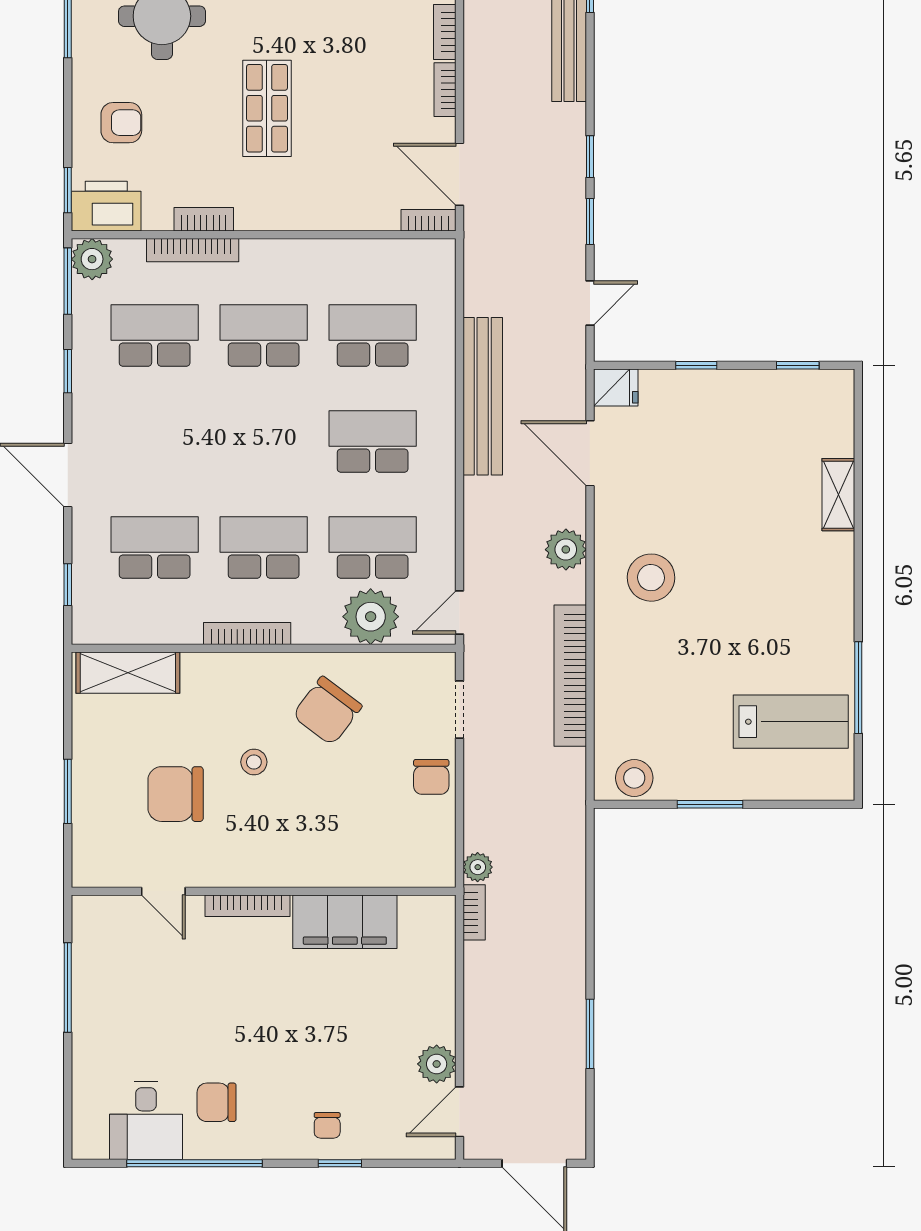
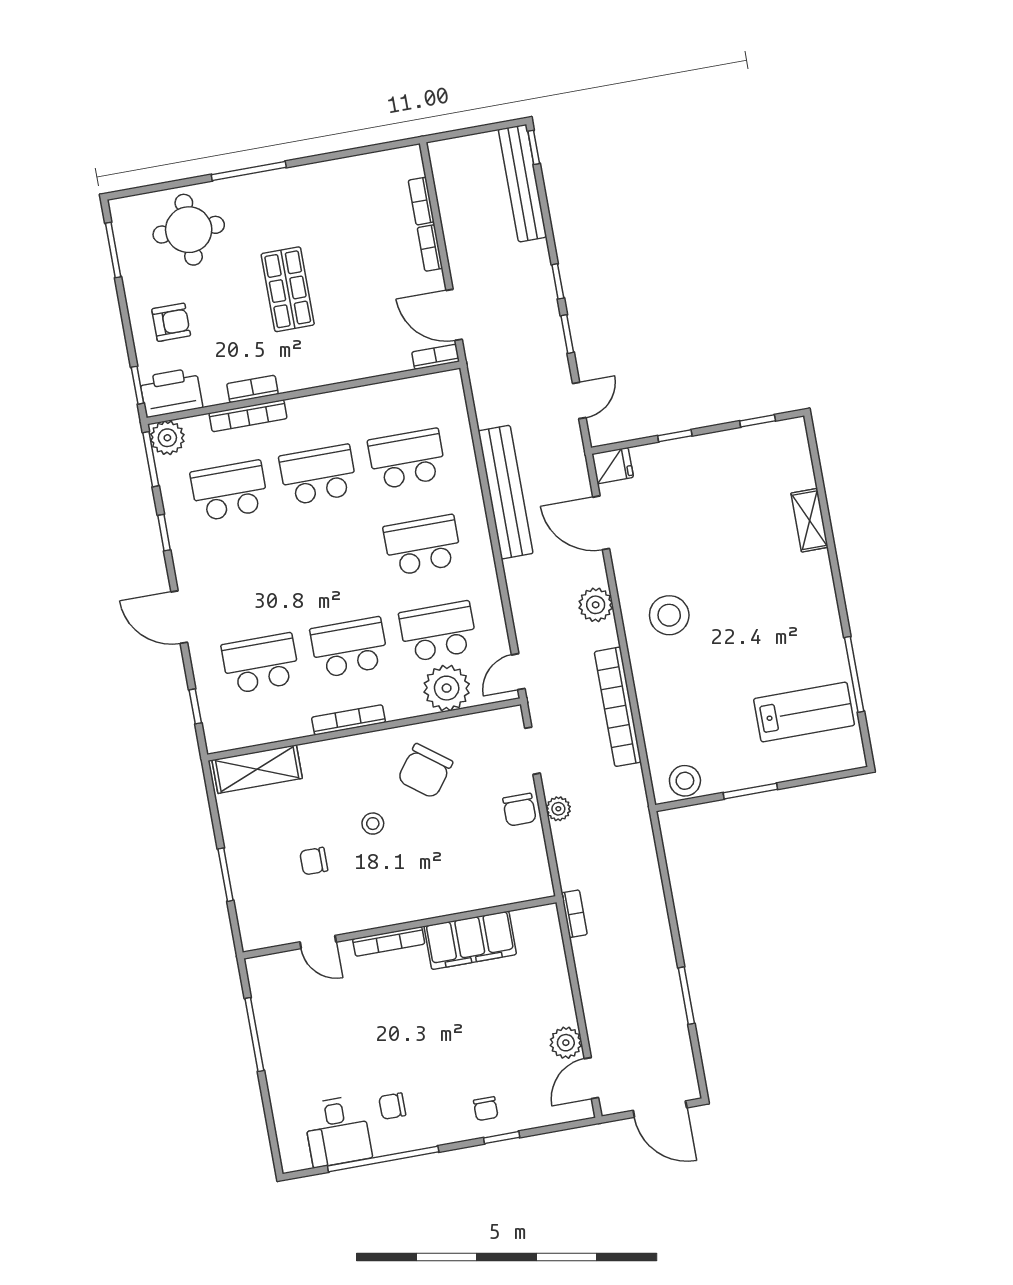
chair: (176, 794) -> (314, 861), width x0.54, depth x0.54
plant: (478, 867) -> (558, 809), moved
chair: (217, 1102) -> (392, 1106), width x0.73, depth x0.73

